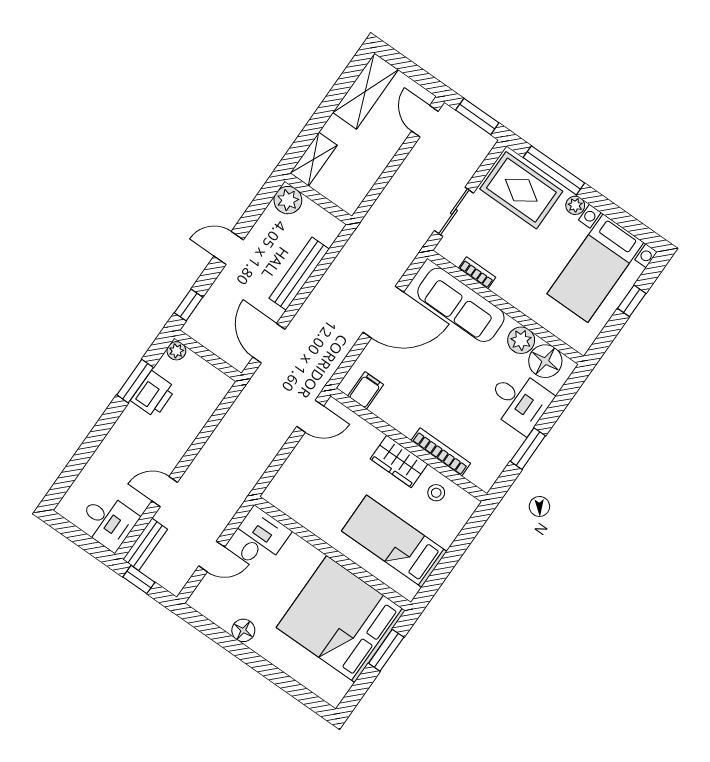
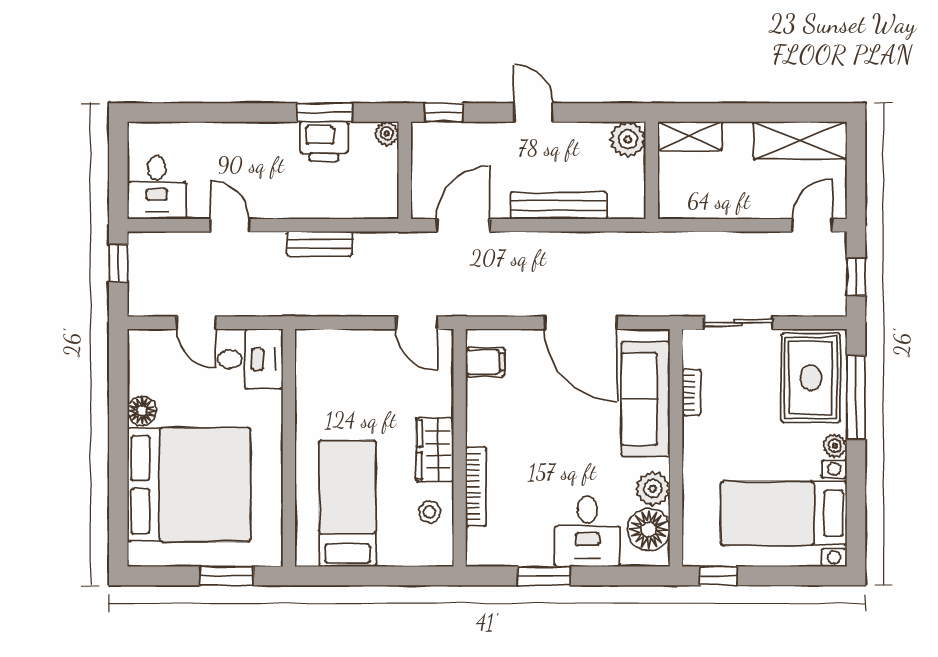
window: (477, 116) -> (856, 277), width x0.67
window: (632, 301) -> (718, 576), moved
bench: (145, 544) -> (320, 244), moved
bed: (341, 619) -> (189, 485), moved, turned 90

